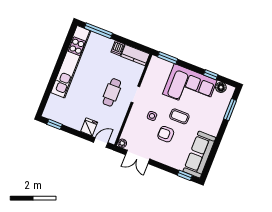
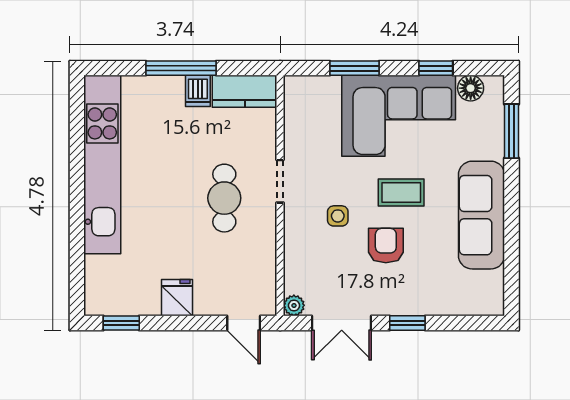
window: (98, 31) -> (181, 68), moved
window: (168, 58) -> (354, 68), moved
fridge: (89, 127) -> (177, 298), moved
armchair: (166, 134) -> (386, 245), turned 90
door: (101, 142) -> (244, 323), swing flipped
sofa: (199, 154) -> (482, 215), moved
window: (185, 175) -> (407, 323), moved

